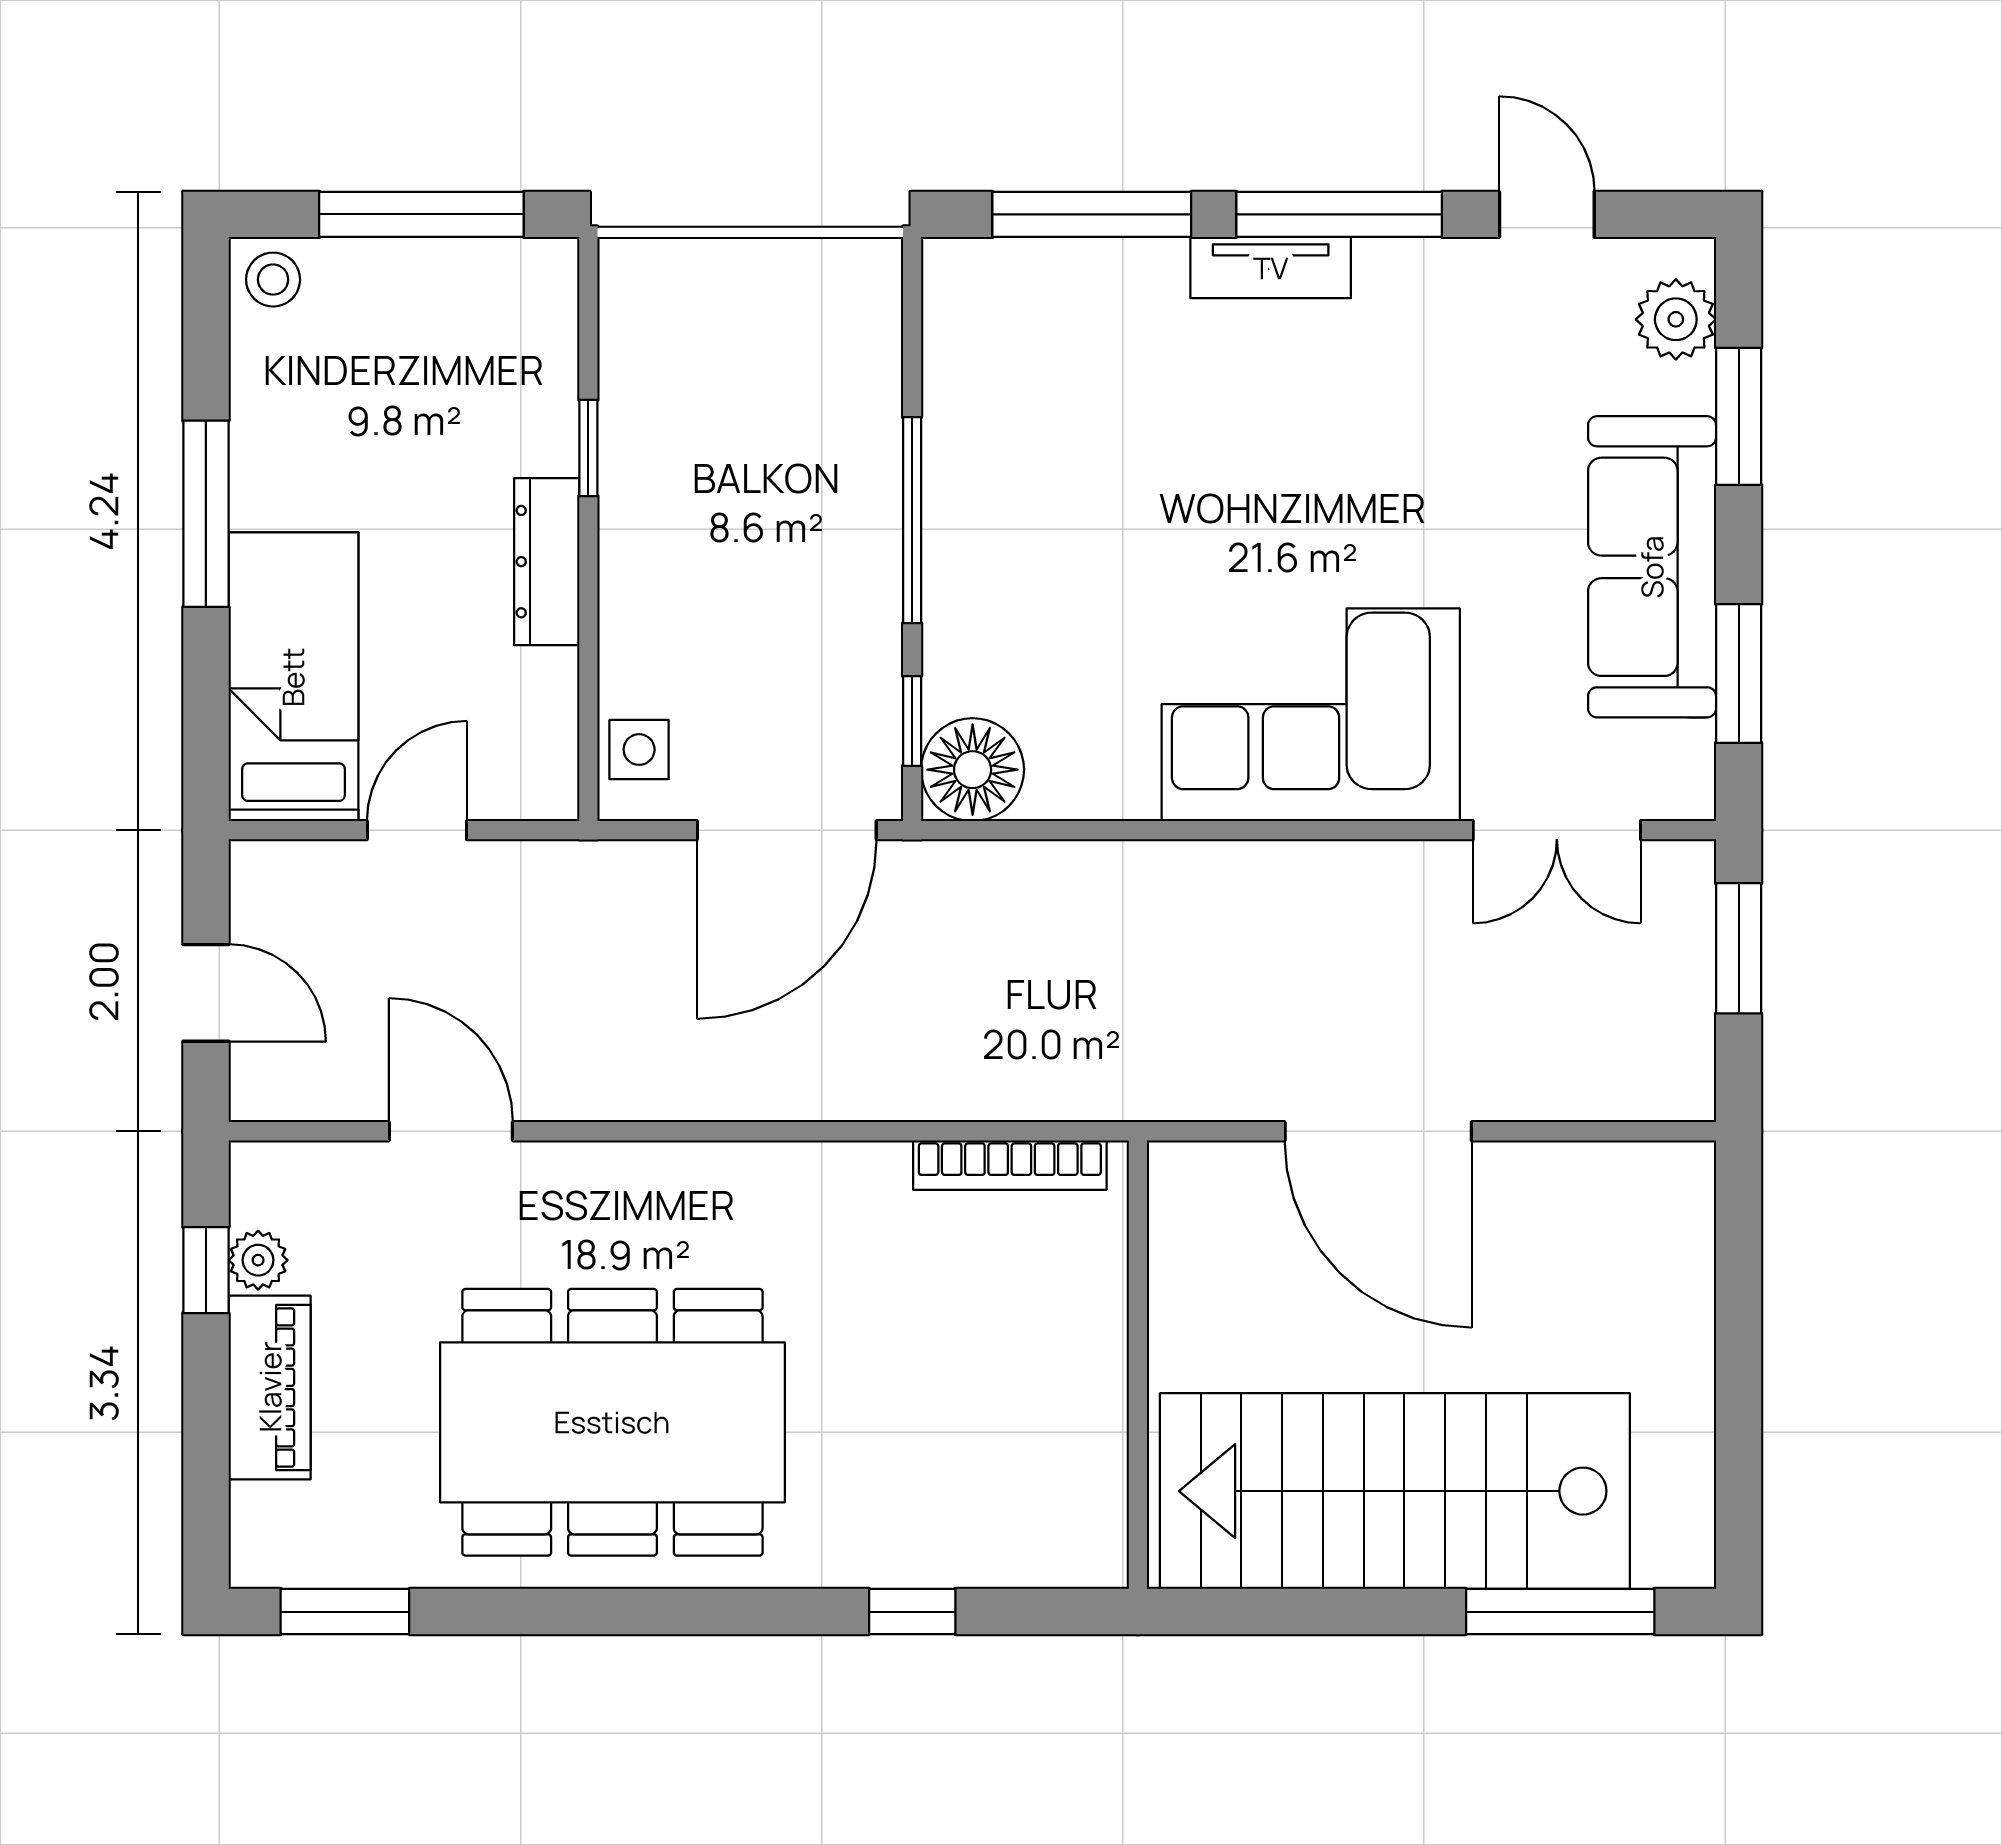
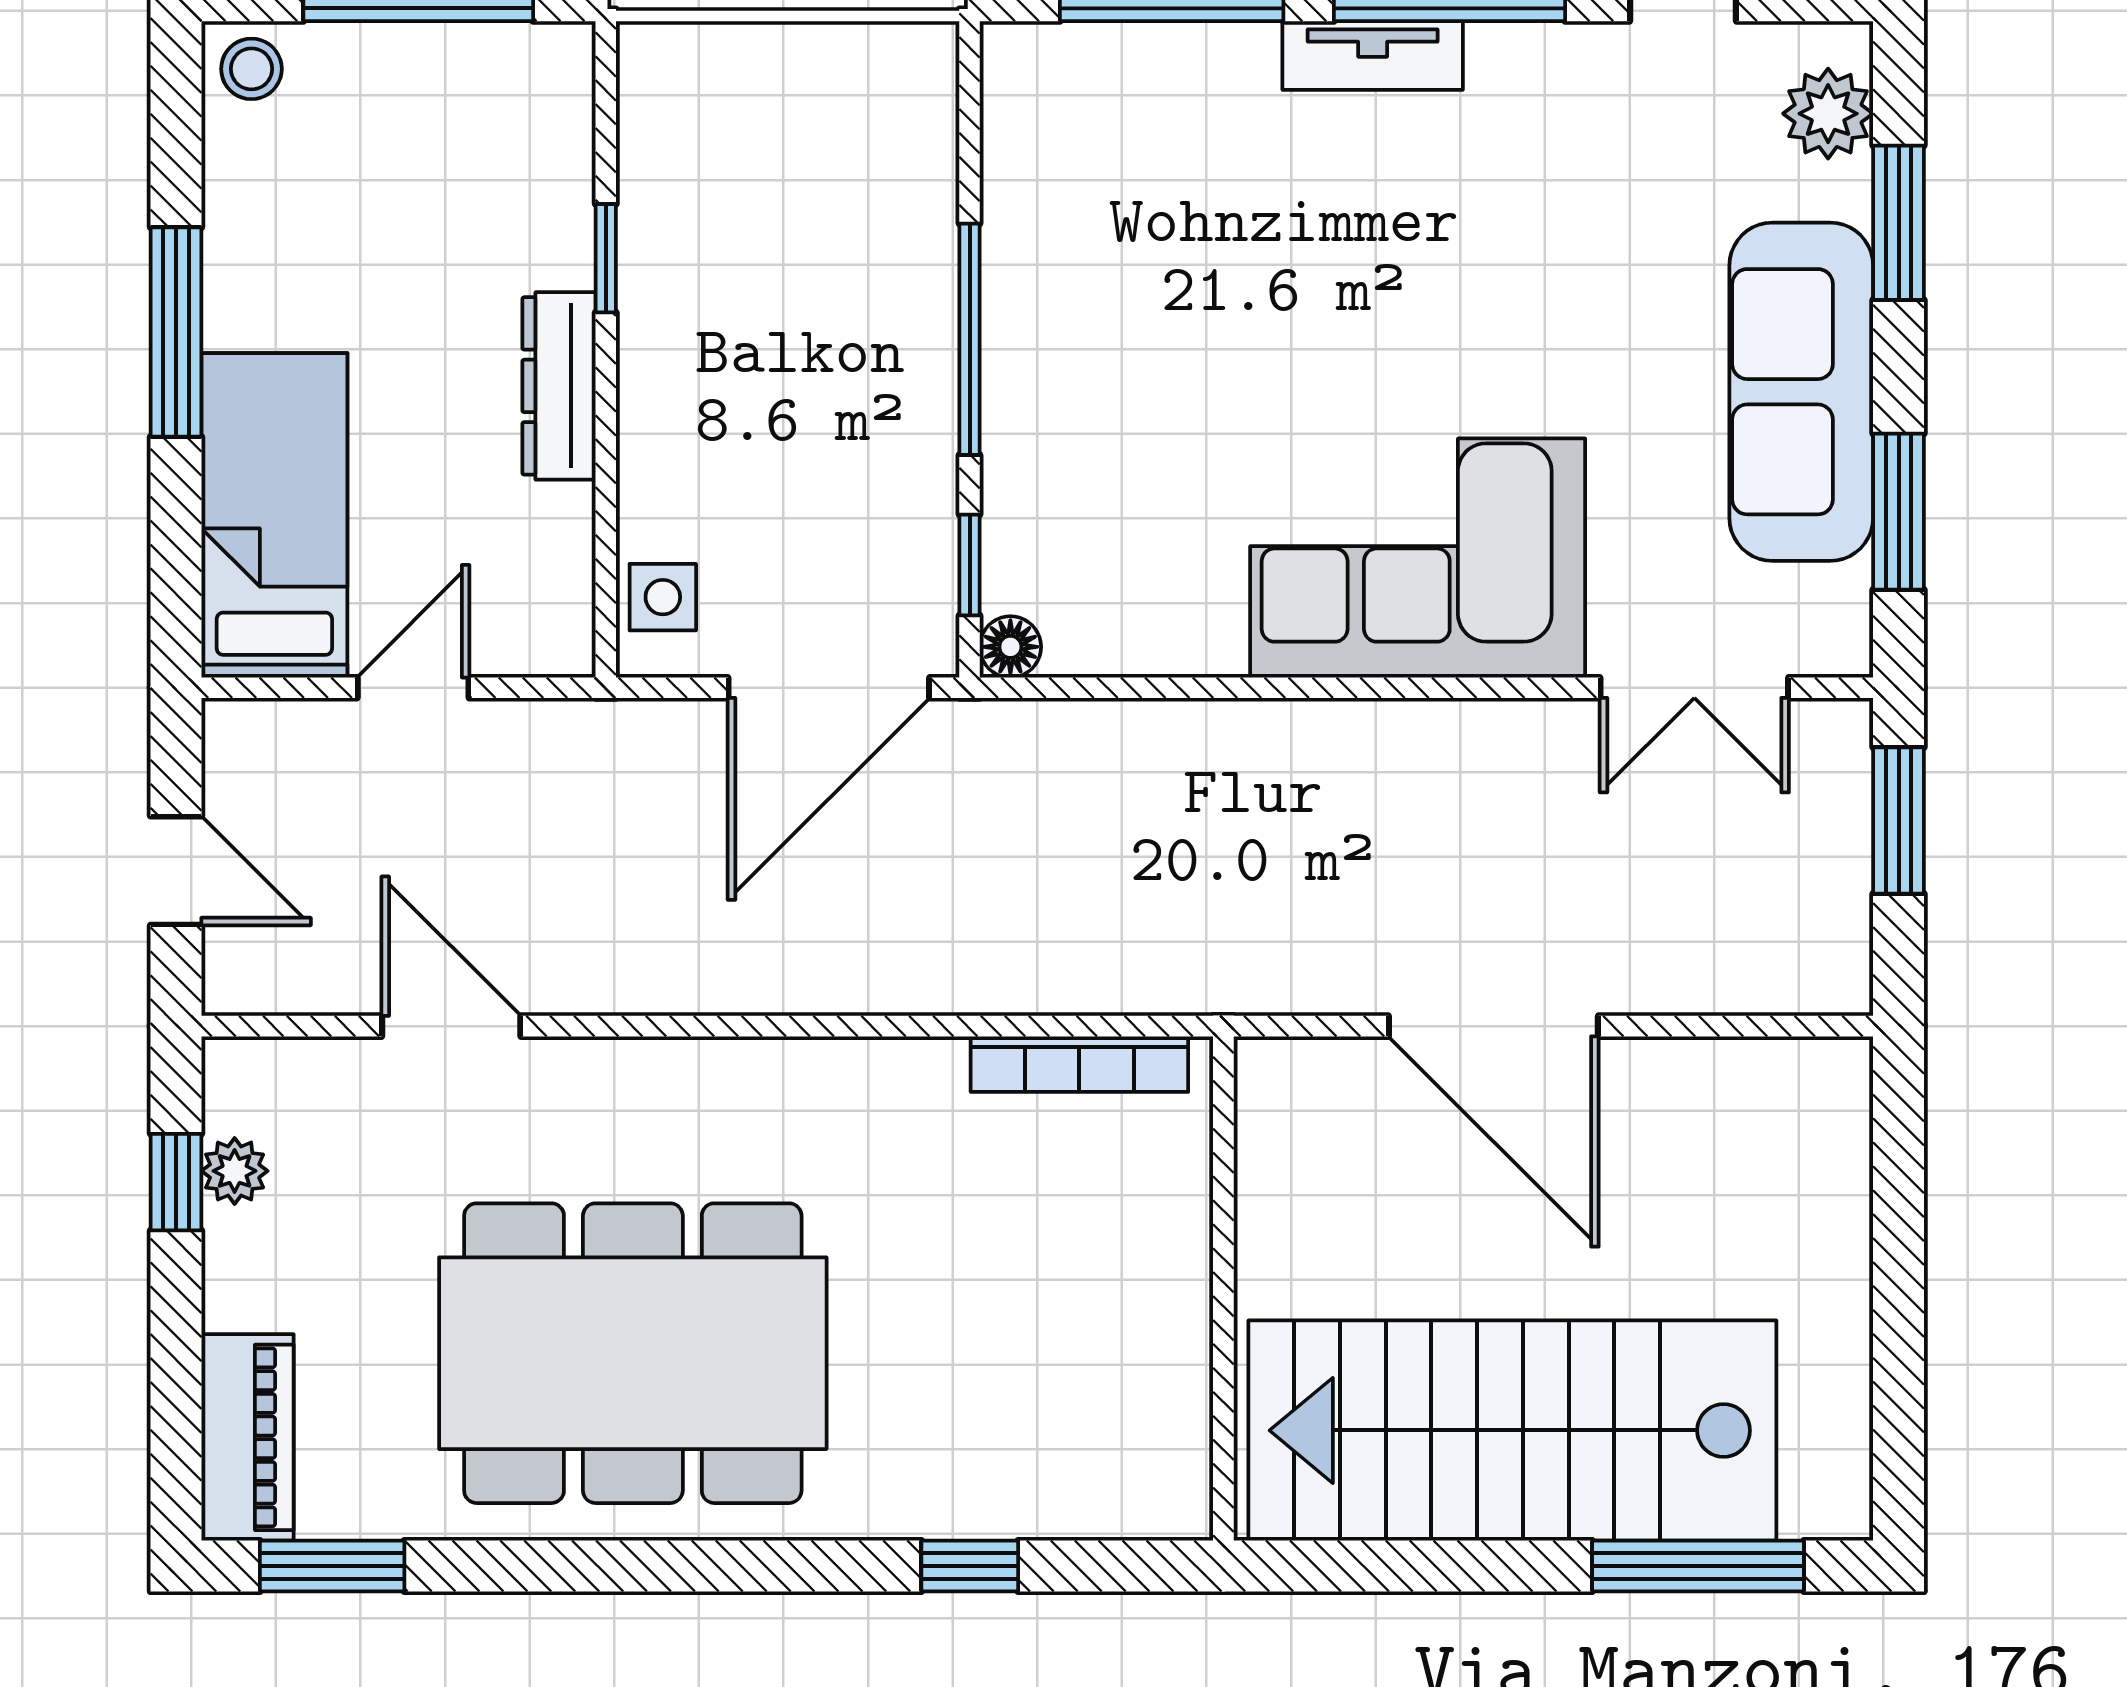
floor lamp: (973, 770) -> (1010, 647), width x0.53, depth x0.53
piano: (270, 1387) -> (248, 1437), moved

